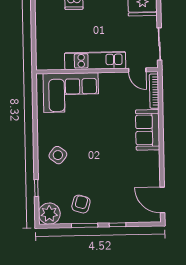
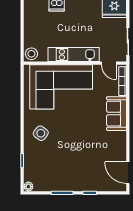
stool: (45, 61) -> (31, 54), added
corner sofa: (71, 93) -> (61, 87), width x1.36, depth x1.36
armchair: (81, 204) -> (59, 175), removed
plant: (49, 214) -> (28, 187), width x0.53, depth x0.53

